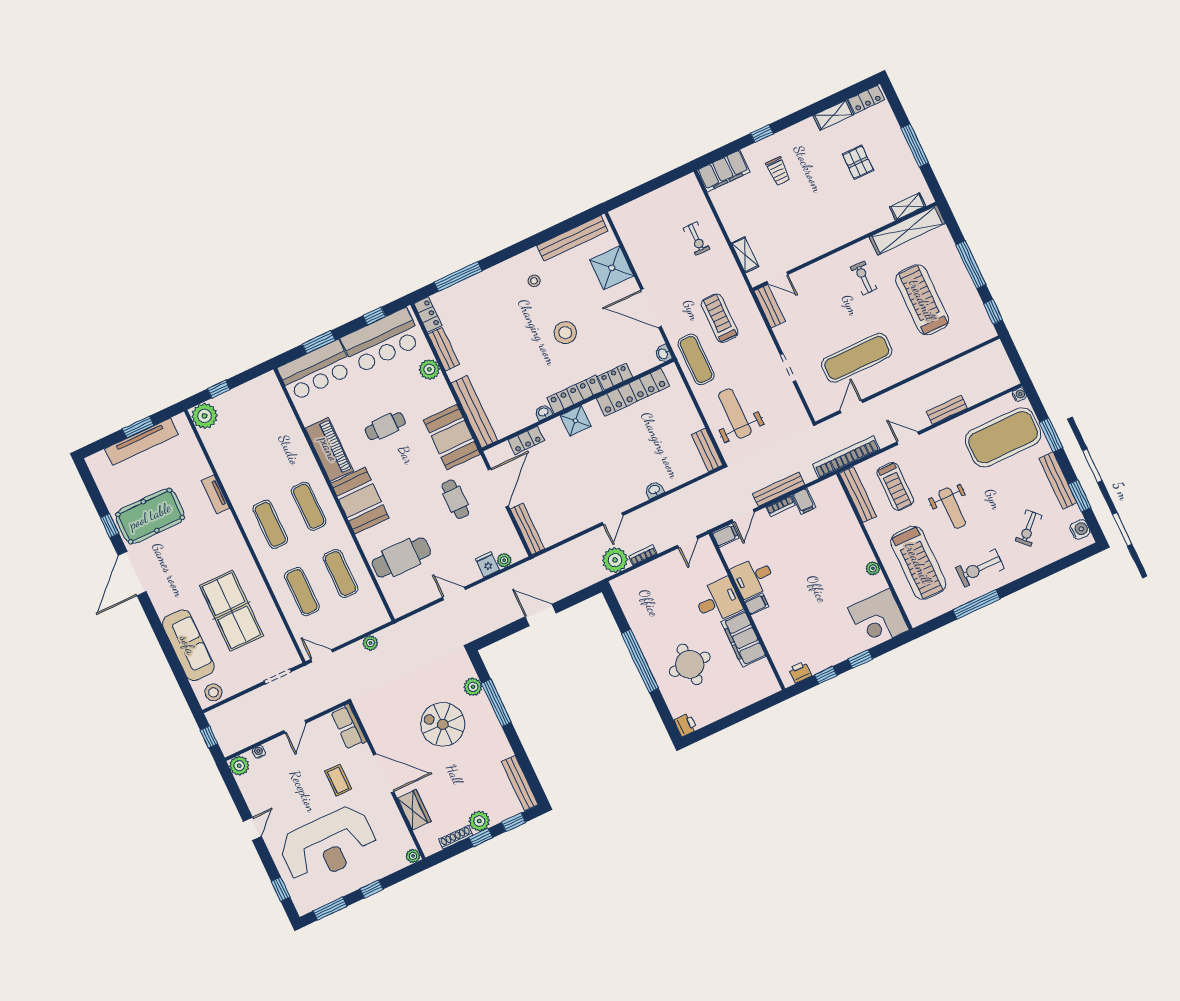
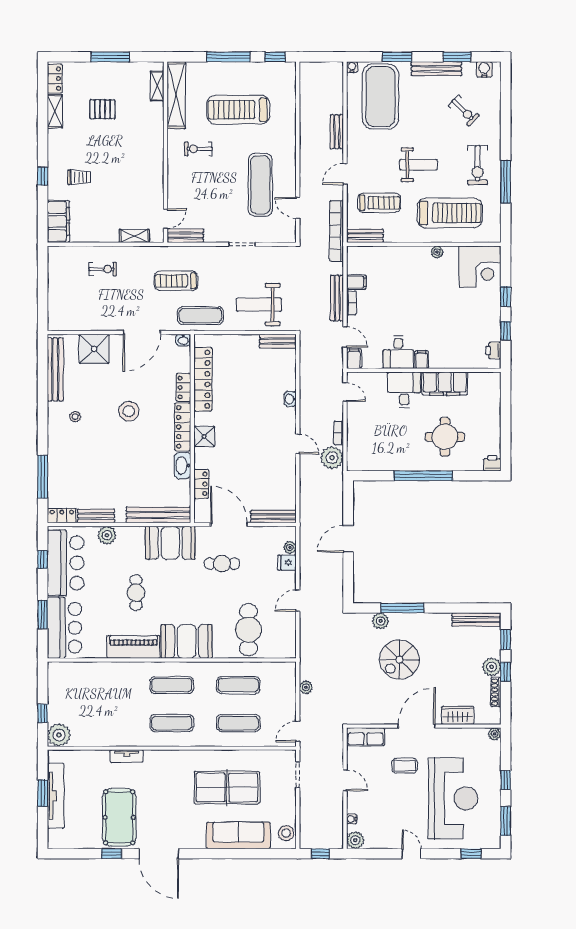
washbasin: (543, 412) -> (183, 465), width x1.91, depth x1.45
bench: (858, 495) -> (365, 236), width x0.73

